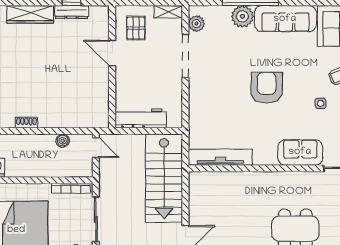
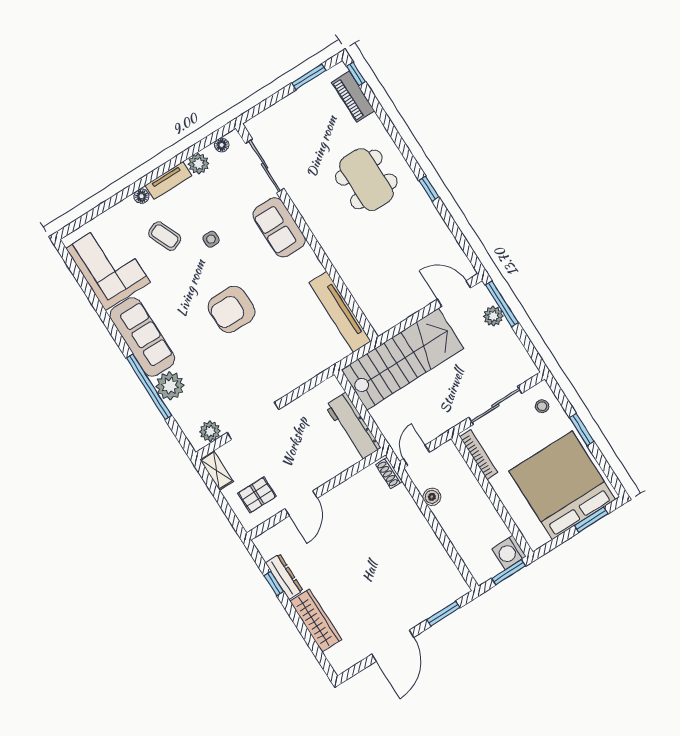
shoe rack: (26, 123) -> (389, 473), moved

